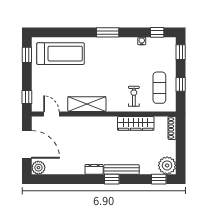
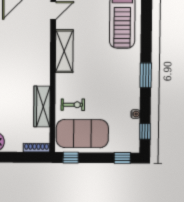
window: (181, 84) -> (71, 158), moved
exercise mat: (159, 88) -> (82, 134), width x2.00, depth x1.45

